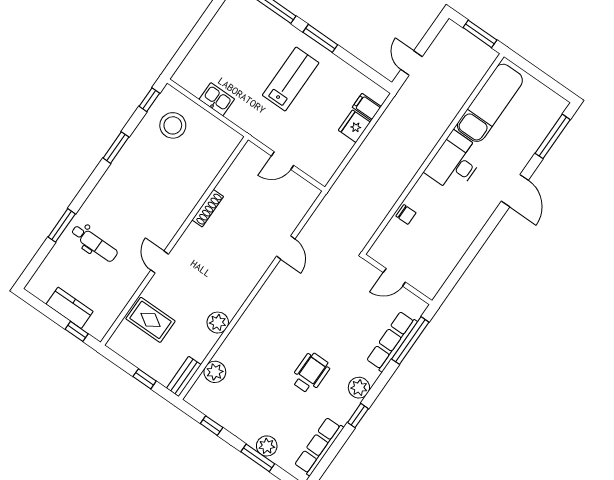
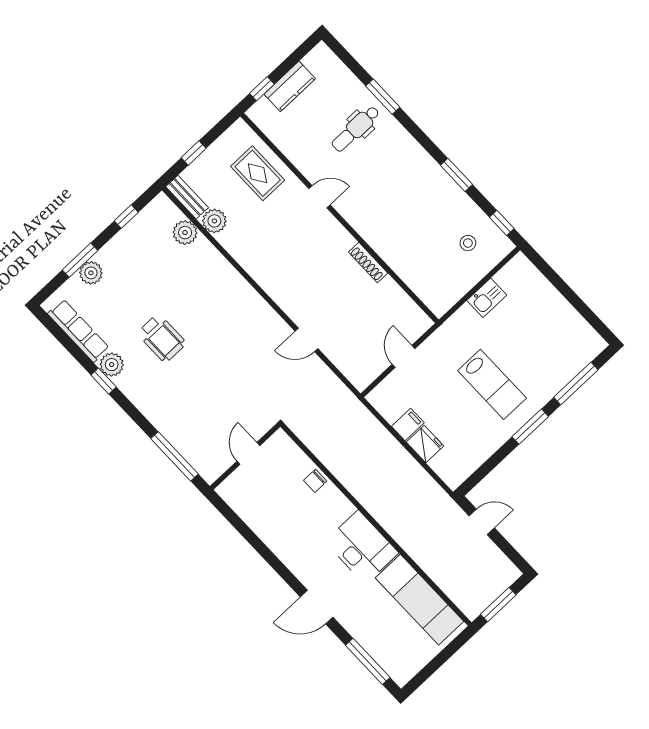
filing cabinet: (367, 107) -> (408, 424), moved
stool: (173, 125) -> (468, 243), width x0.53, depth x0.53
rug: (150, 320) -> (258, 173), turned 90
plant: (218, 323) -> (214, 221), moved
row of seats: (392, 341) -> (178, 436), removed
plant: (359, 388) -> (112, 365), moved

